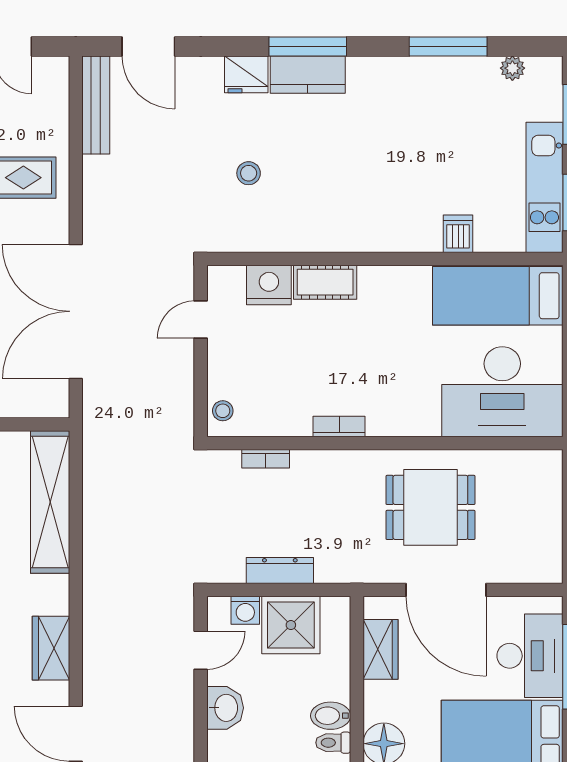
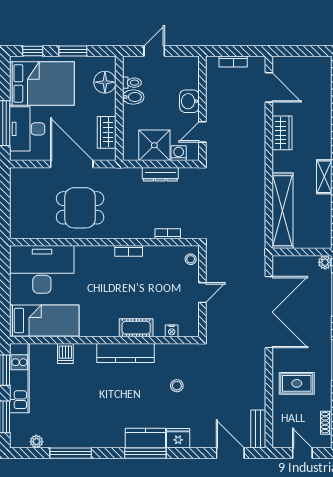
bench: (96, 105) -> (258, 429), width x0.73
kitchen counter: (345, 235) -> (125, 353), added
nightstand: (269, 285) -> (172, 331), width x0.53, depth x0.56
door: (201, 320) -> (202, 293), moved

